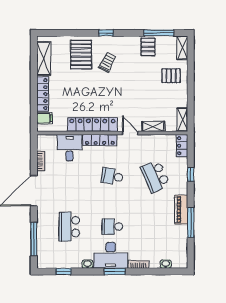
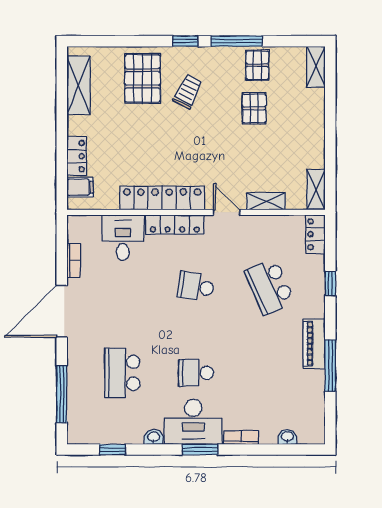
window: (159, 33) -> (237, 41), moved
pallet: (171, 76) -> (254, 108), moved, turned 90
locker: (43, 94) -> (77, 156), width x0.66

